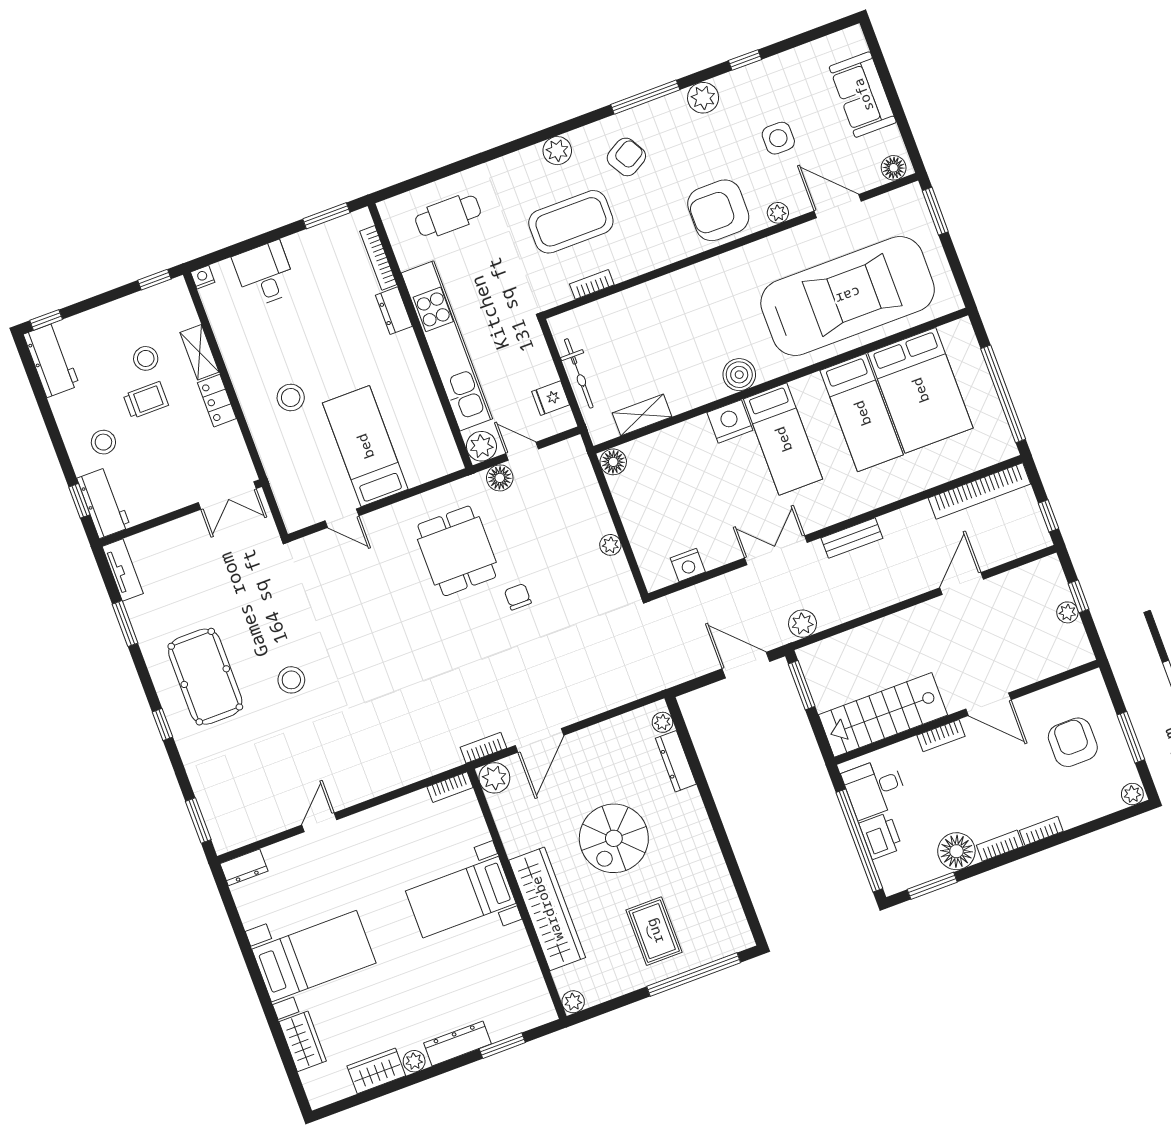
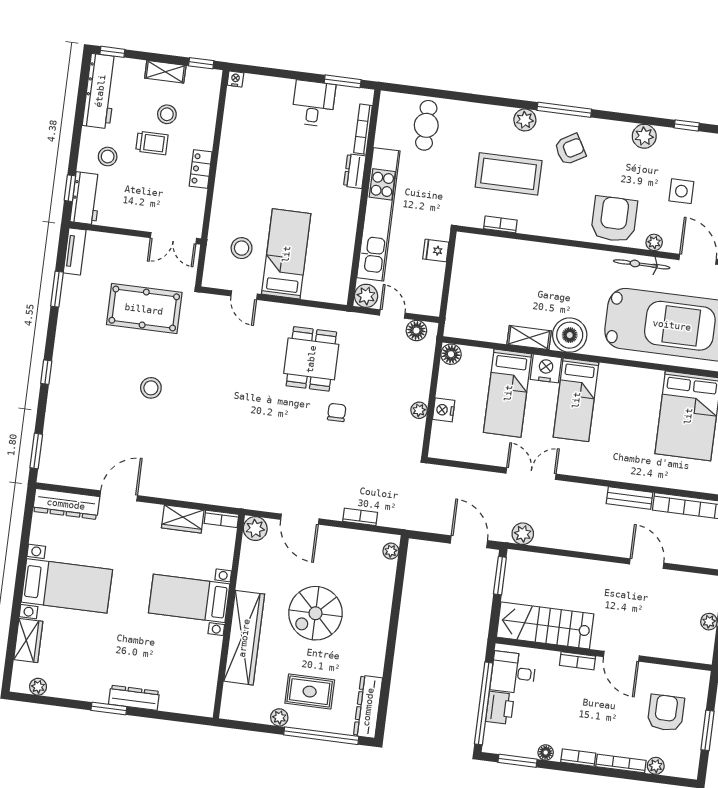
window: (645, 97) -> (564, 110), moved
armchair: (718, 210) -> (614, 219), turned 90
cafe table: (448, 216) -> (426, 125), turned 90
desk: (265, 274) -> (313, 104), moved
shelving: (200, 352) -> (165, 72), moved, turned 90
workbench: (51, 360) -> (100, 91), width x1.38
bicycle: (579, 373) -> (642, 264), moved, turned 90
boiler: (739, 375) -> (570, 335), width x1.37, depth x1.37
stool: (291, 397) -> (242, 248), moved
fridge: (551, 398) -> (436, 250), moved
bed: (862, 413) -> (508, 393), moved
shelving: (642, 415) -> (529, 338), moved
floor lamp: (500, 478) -> (416, 331), moved
bench: (852, 538) -> (629, 498), moved
nightstand: (688, 565) -> (444, 410), moved, turned 90
door: (962, 583) -> (647, 564), hinge flipped
pool table: (205, 677) -> (144, 309), moved, turned 90
door: (540, 740) -> (300, 519), hinge flipped
bookcase: (483, 748) -> (360, 517), moved
dresser: (676, 761) -> (368, 707), moved, width x1.37, depth x1.24
plant: (1132, 794) -> (656, 766), moved
door: (319, 822) -> (119, 496), width x1.38
bookcase: (1041, 831) -> (621, 764), width x1.56
floor lamp: (956, 851) -> (546, 752), width x0.53, depth x0.53
dresser: (244, 867) -> (66, 504), width x1.96, depth x1.24
rug: (654, 931) -> (310, 692), turned 90
plant: (573, 1002) -> (279, 717), moved
window: (502, 1046) -> (109, 708), moved
plant: (414, 1061) -> (38, 687), moved
wardrobe: (376, 1071) -> (183, 519), moved, turned 180

